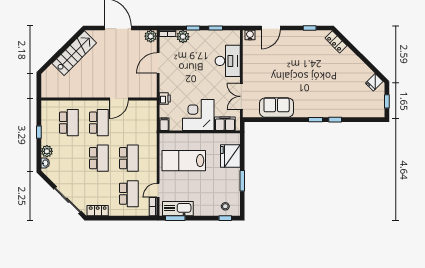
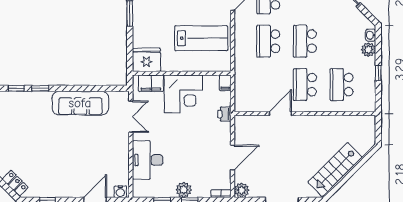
plant: (183, 37) -> (184, 190), moved
sofa: (277, 108) -> (80, 103), width x1.36
fridge: (230, 156) -> (146, 60), moved, turned -90

